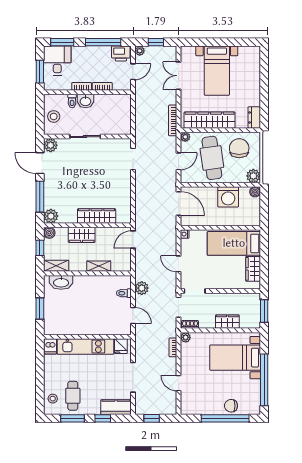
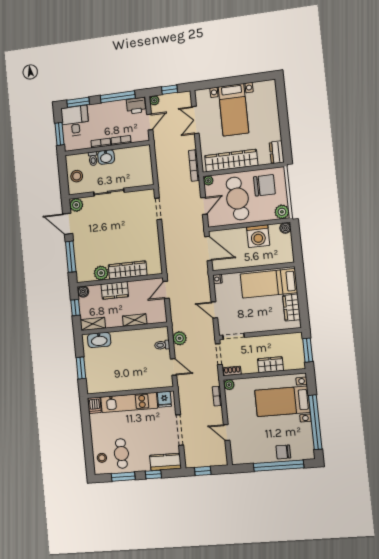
chair: (239, 148) -> (264, 185), turned 90
plant: (51, 216) -> (101, 273), moved

